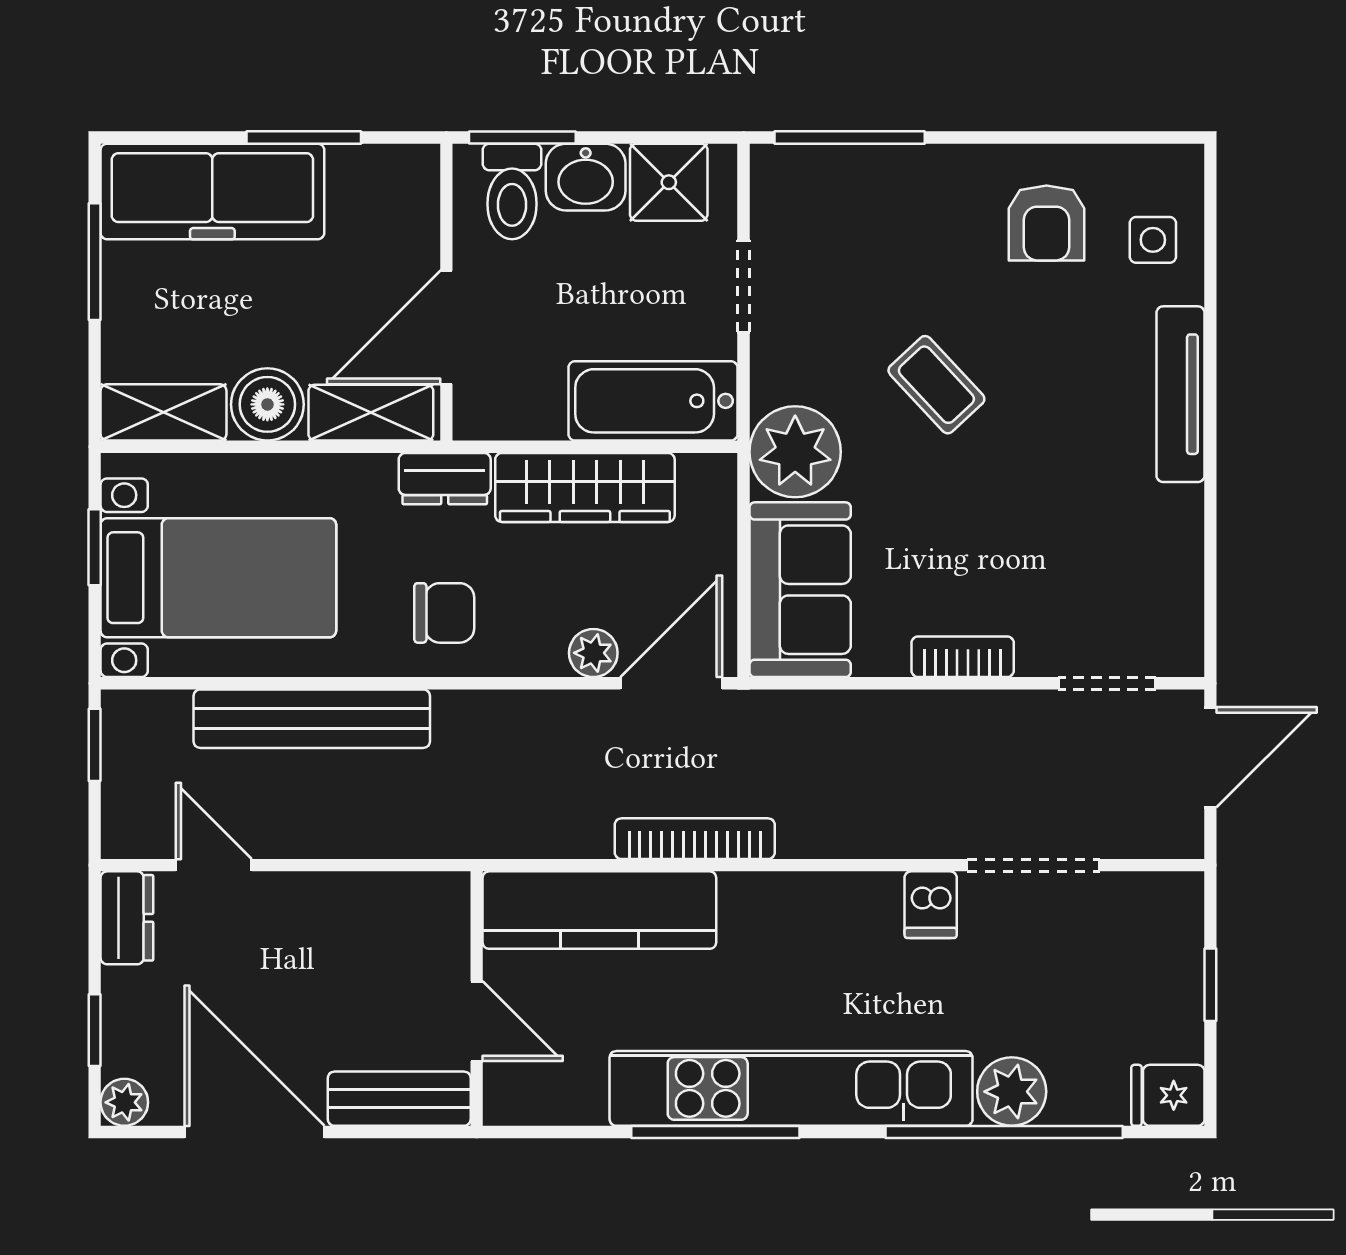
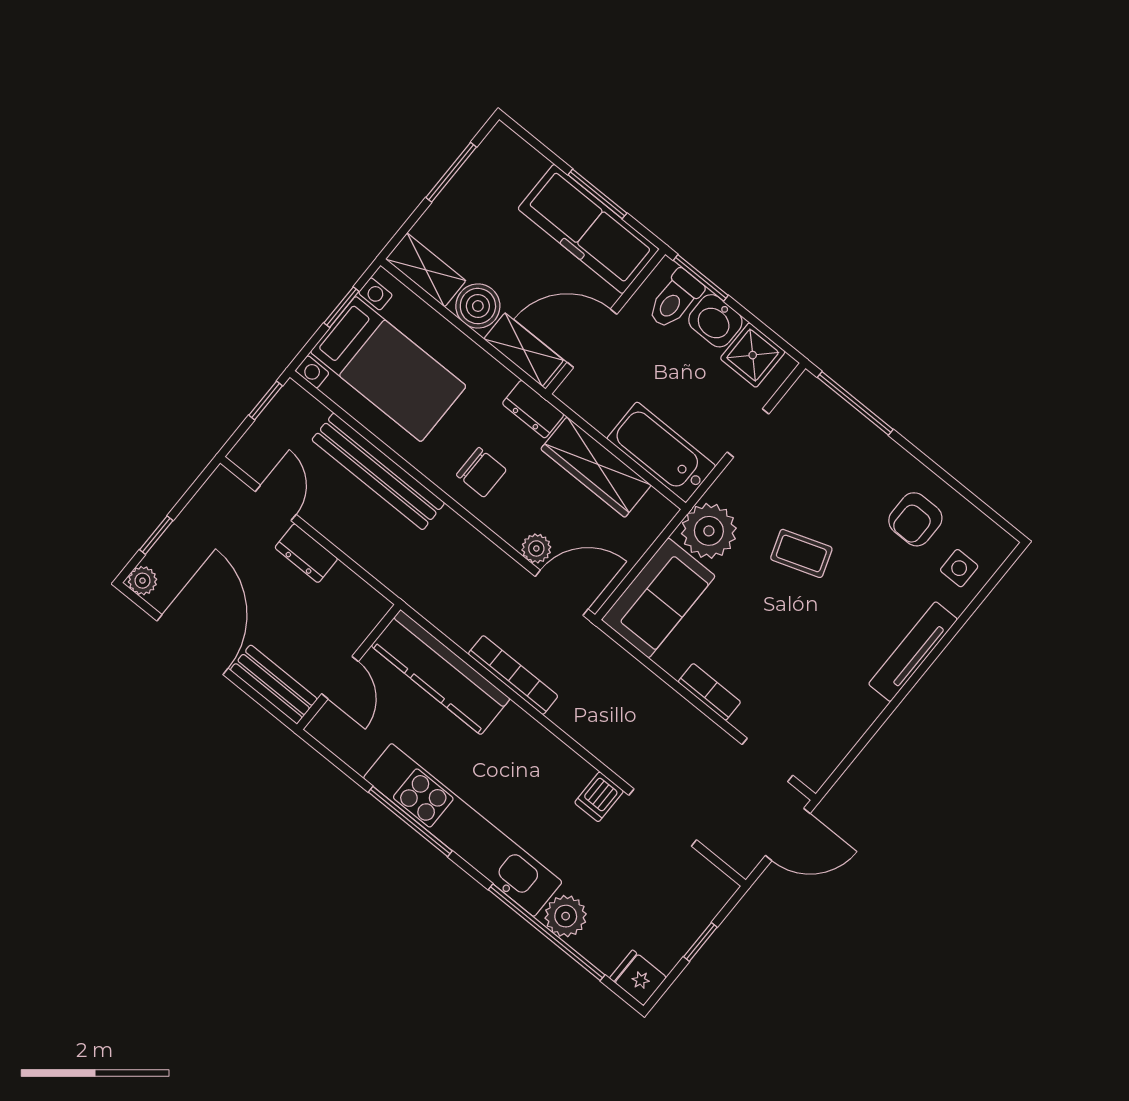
freezer: (212, 191) -> (588, 229), moved
coffee table: (936, 385) -> (801, 553), turned -66
dresser: (127, 918) -> (306, 553), moved, turned 90

